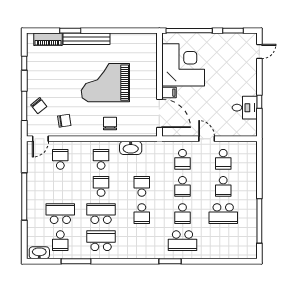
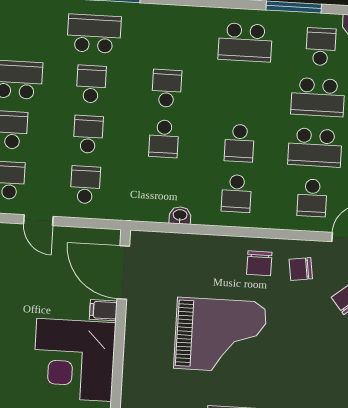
chair: (110, 123) -> (259, 263), moved
washbasin: (131, 148) -> (180, 215), width x0.52, depth x0.69
school desk: (101, 214) -> (315, 147), moved

